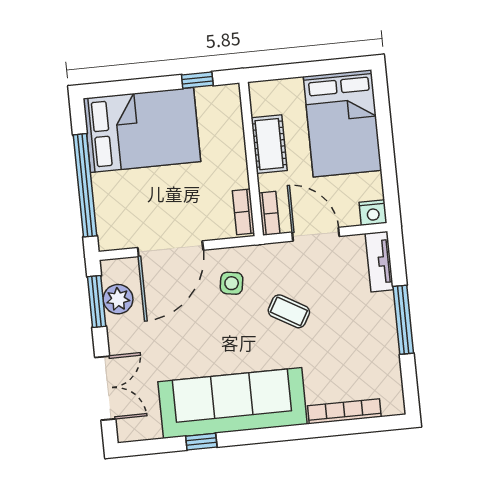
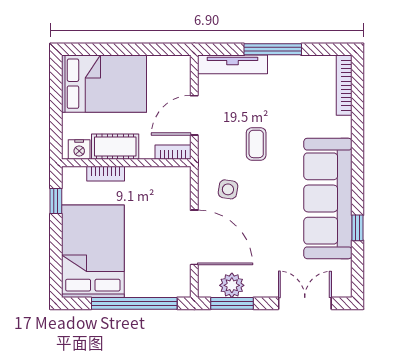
bookcase: (243, 212) -> (106, 174), moved
nightstand: (373, 213) -> (79, 149), moved, turned 90
tv unit: (379, 262) -> (232, 64), width x1.41
coffee table: (289, 311) -> (256, 144), turned -30
bookcase: (344, 411) -> (344, 85), moved

